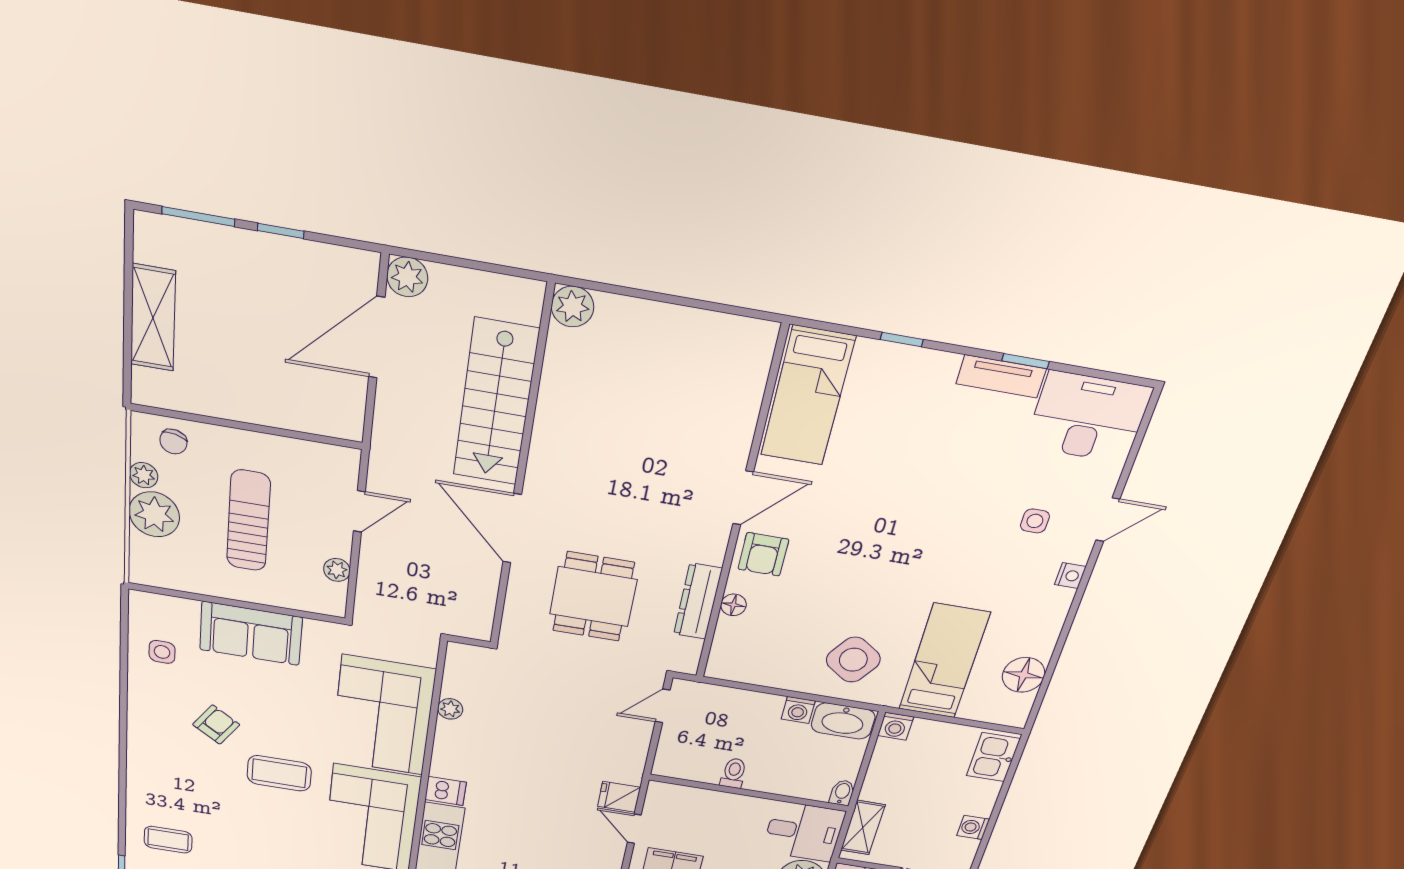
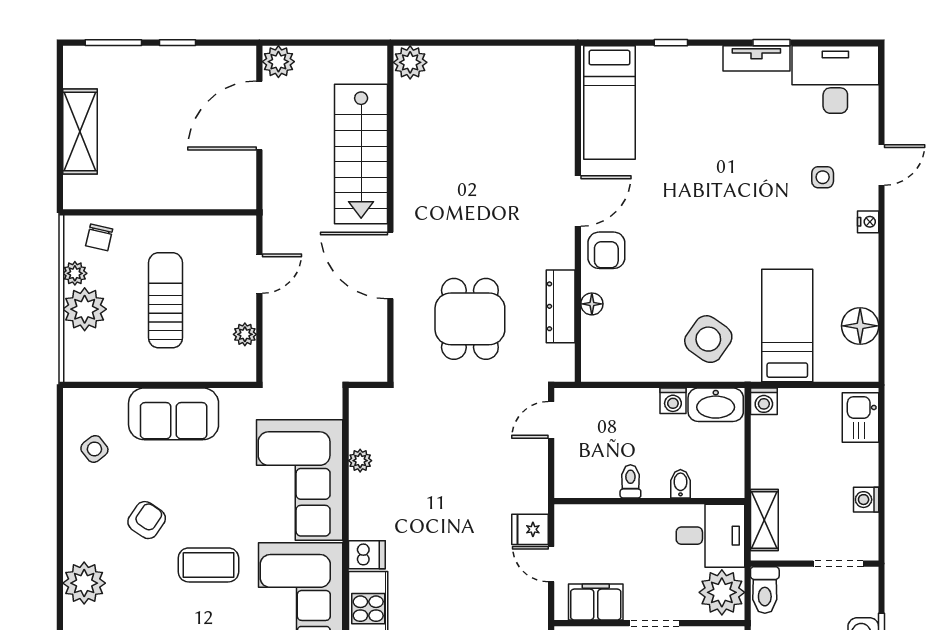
side table: (162, 652) -> (94, 449), turned -38
plant: (148, 768) -> (84, 583), added
bidet: (842, 793) -> (680, 484), moved

